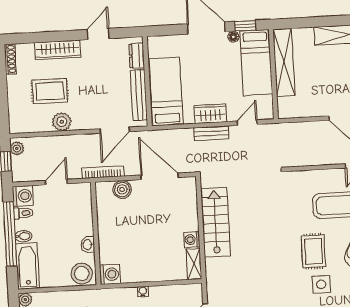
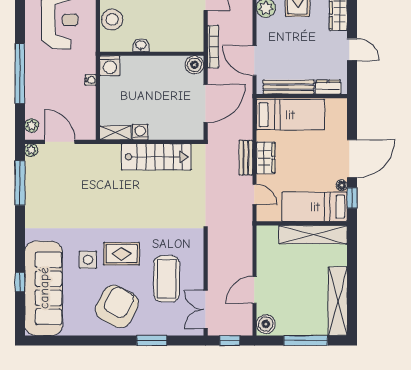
wall: (96, 233) -> (152, 54), moved
washbasin: (88, 245) -> (141, 45), moved
washing machine: (110, 274) -> (110, 66), moved

